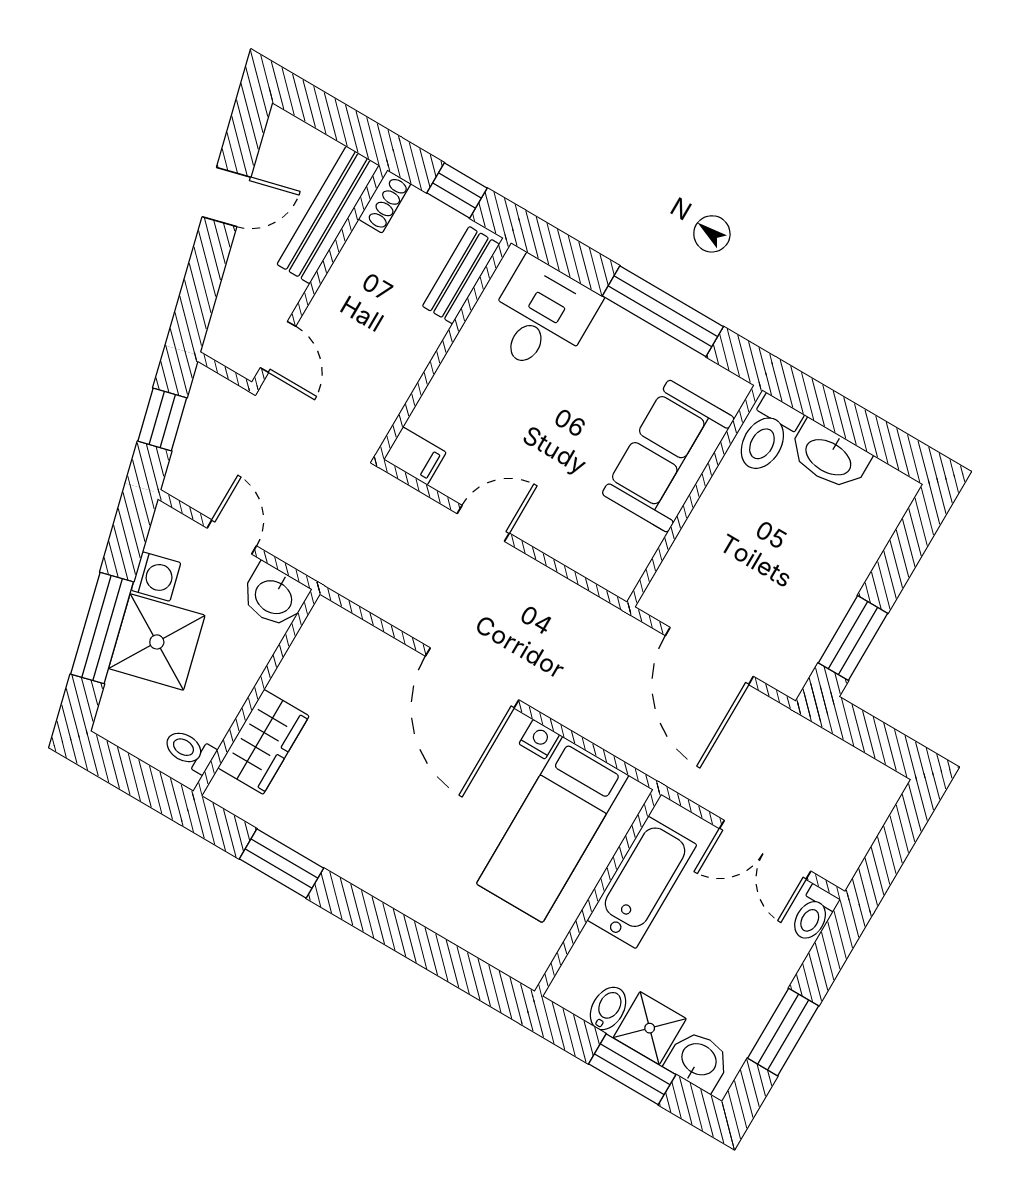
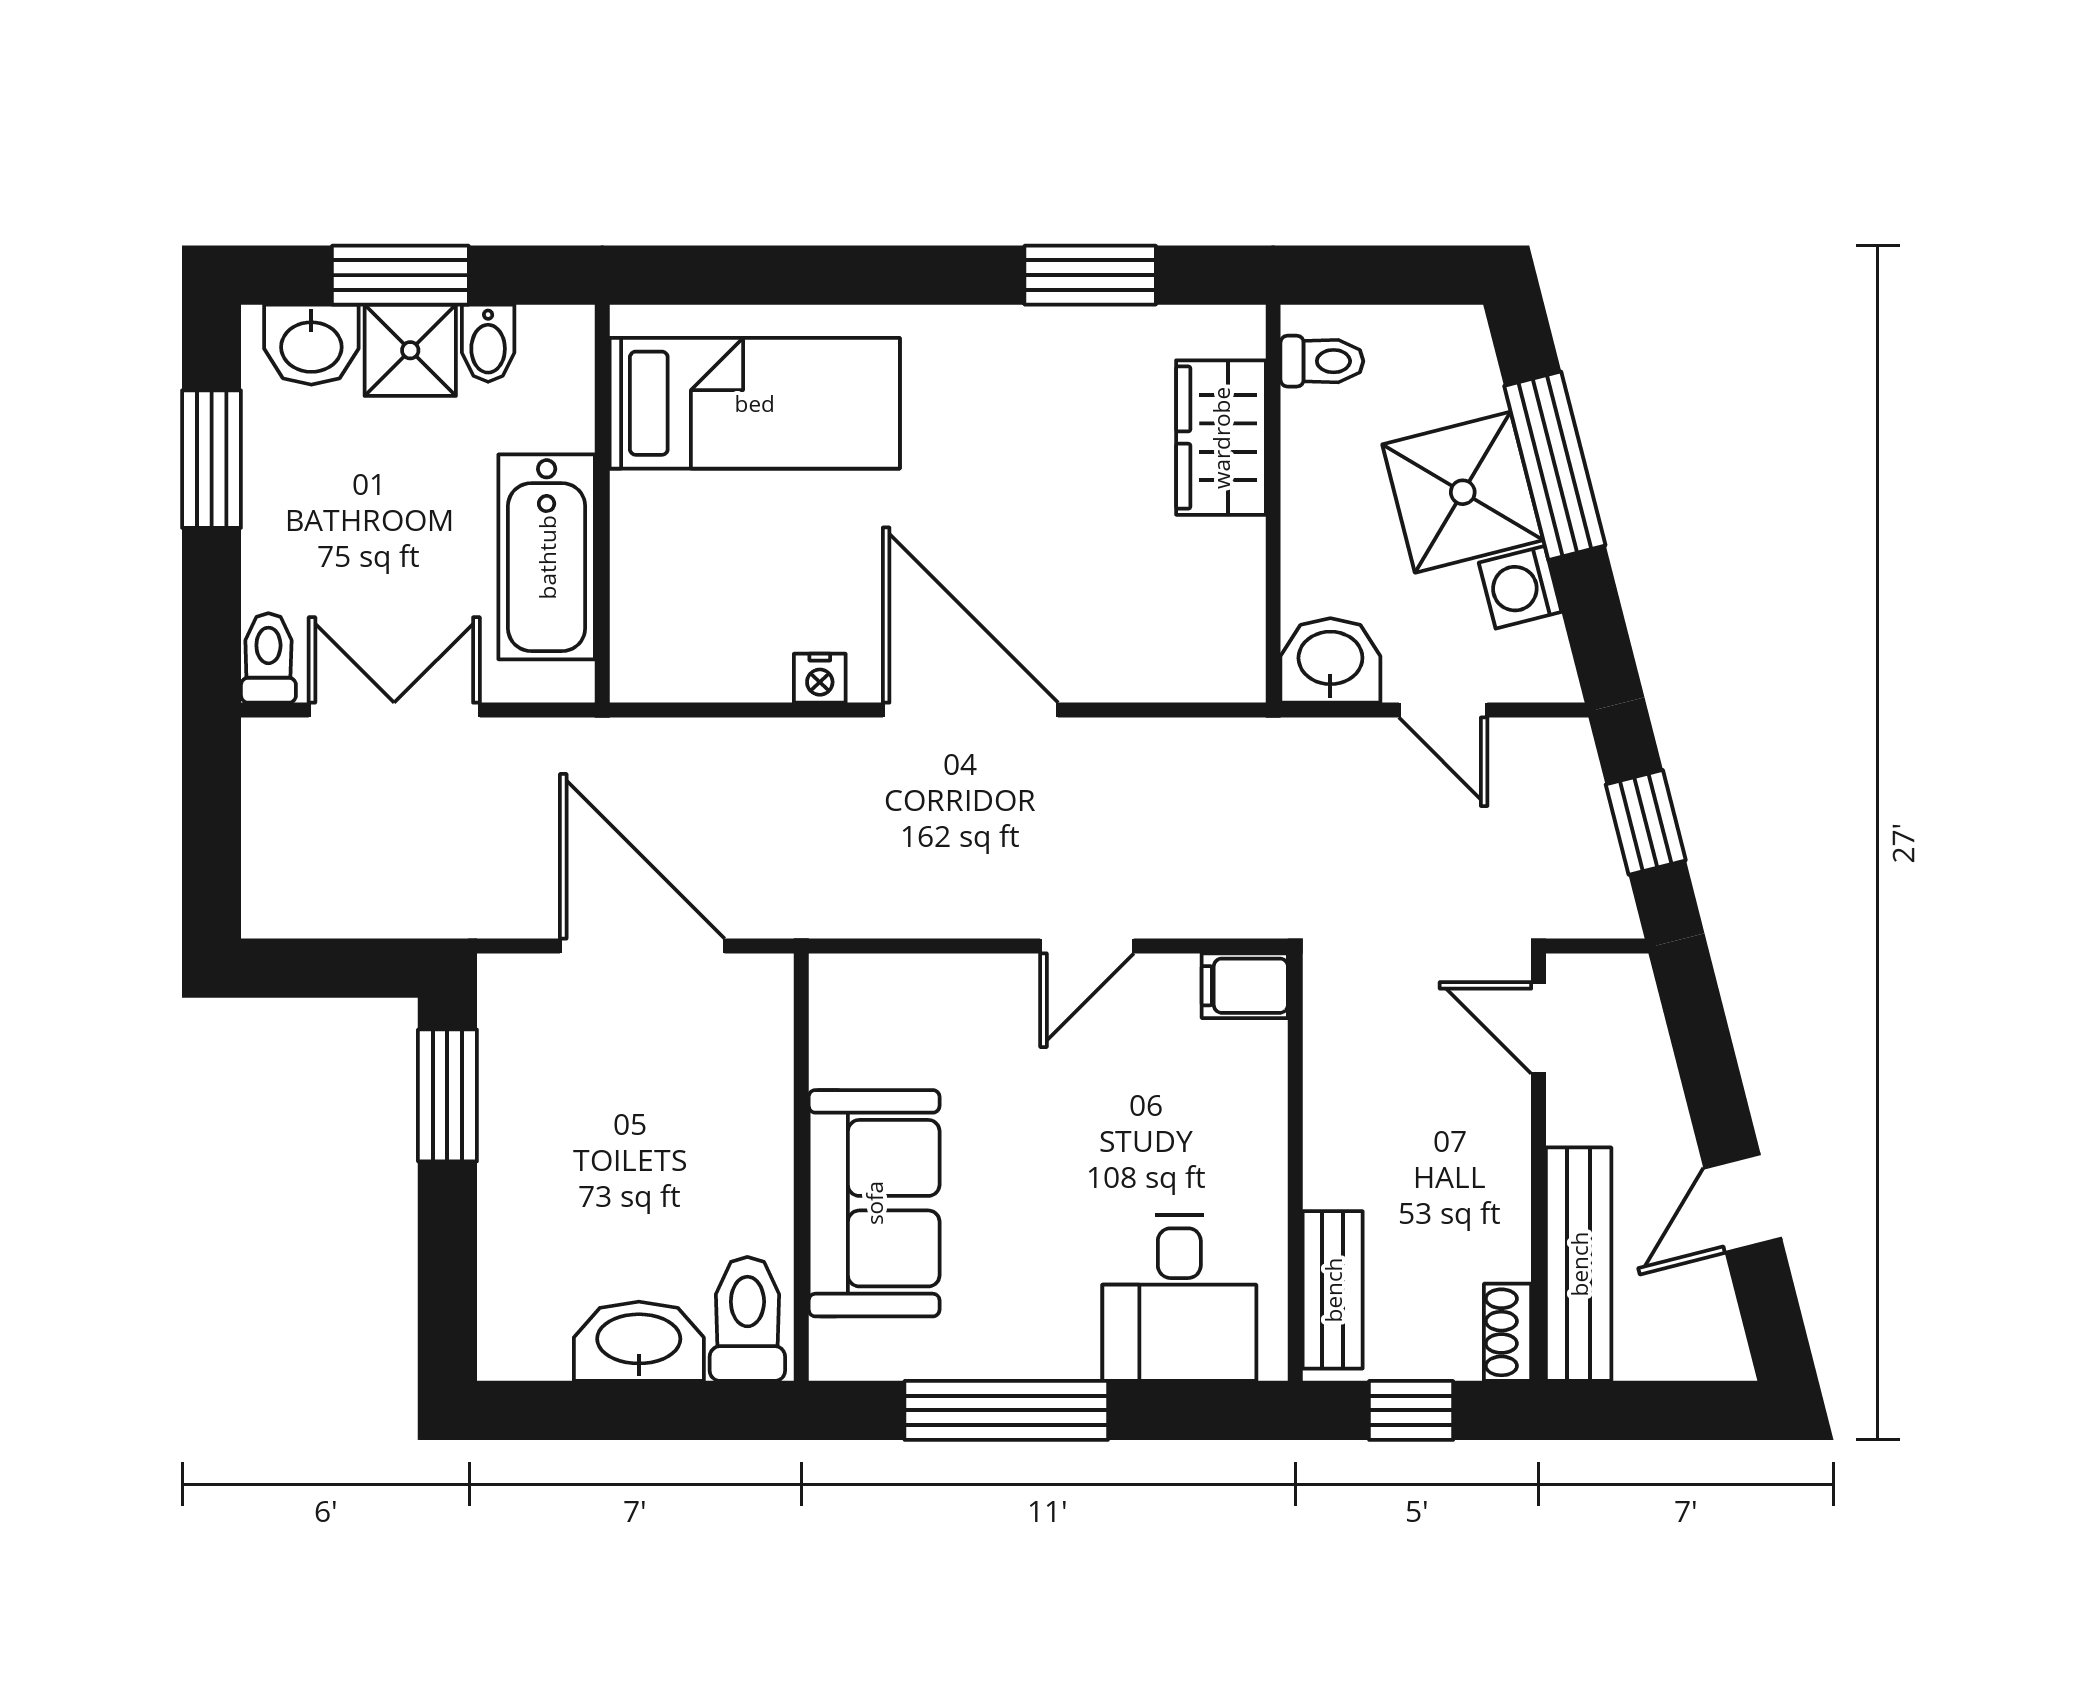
bed: (553, 829) -> (755, 403), moved, turned 90

